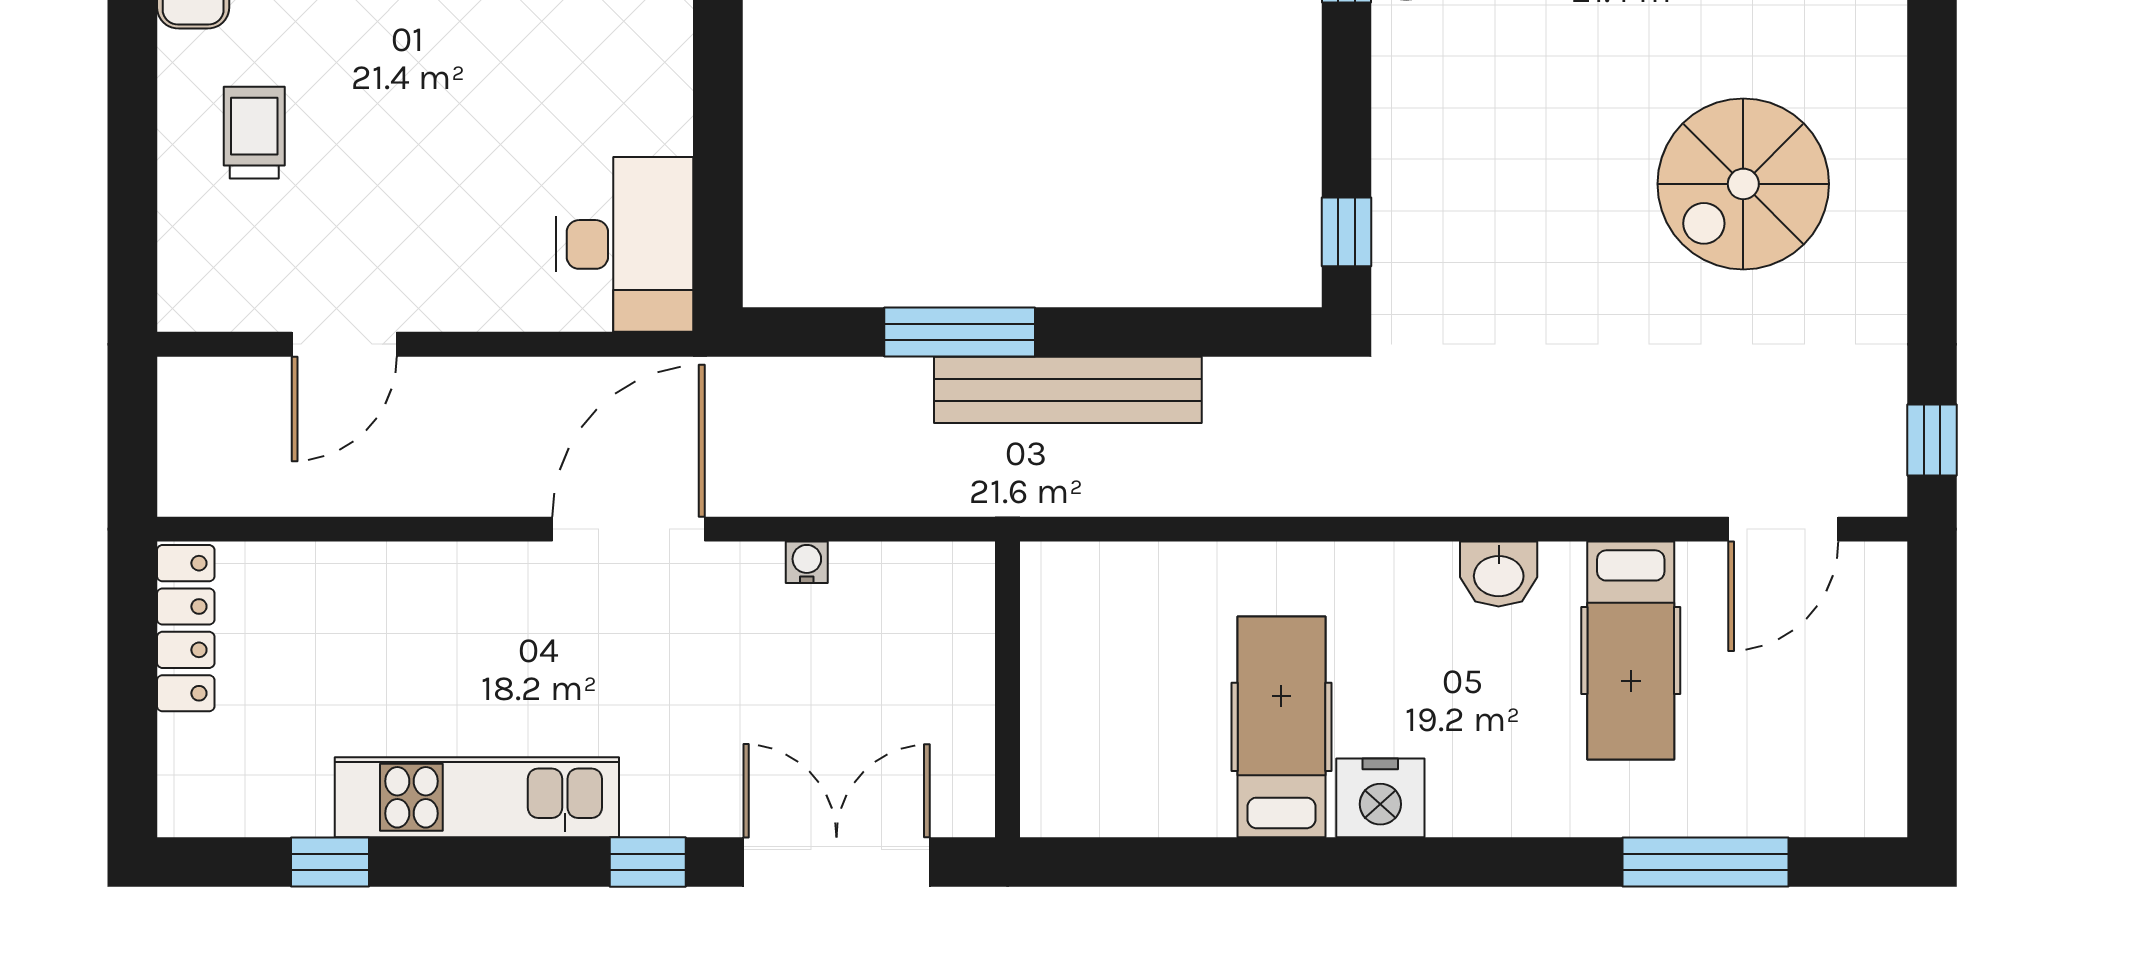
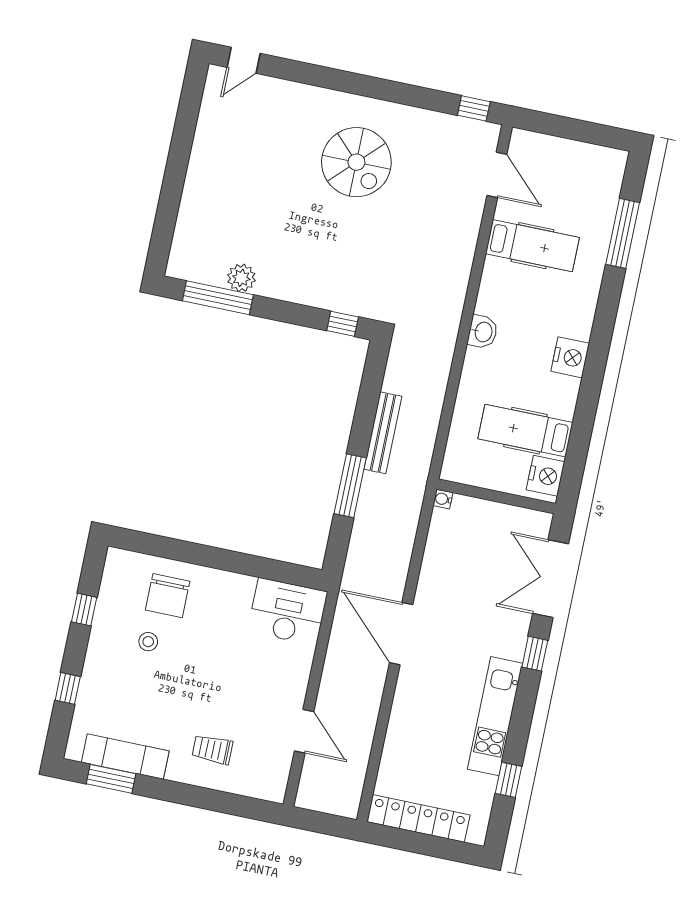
bench: (1068, 390) -> (383, 433), width x0.73, depth x0.82
water cooler: (807, 562) -> (443, 499), moved
washbasin: (1499, 574) -> (483, 332), moved
locker: (186, 628) -> (418, 818), width x1.41, depth x1.21
hospital bed: (1281, 727) -> (525, 431), moved
nightstand: (1082, 798) -> (545, 476), added

